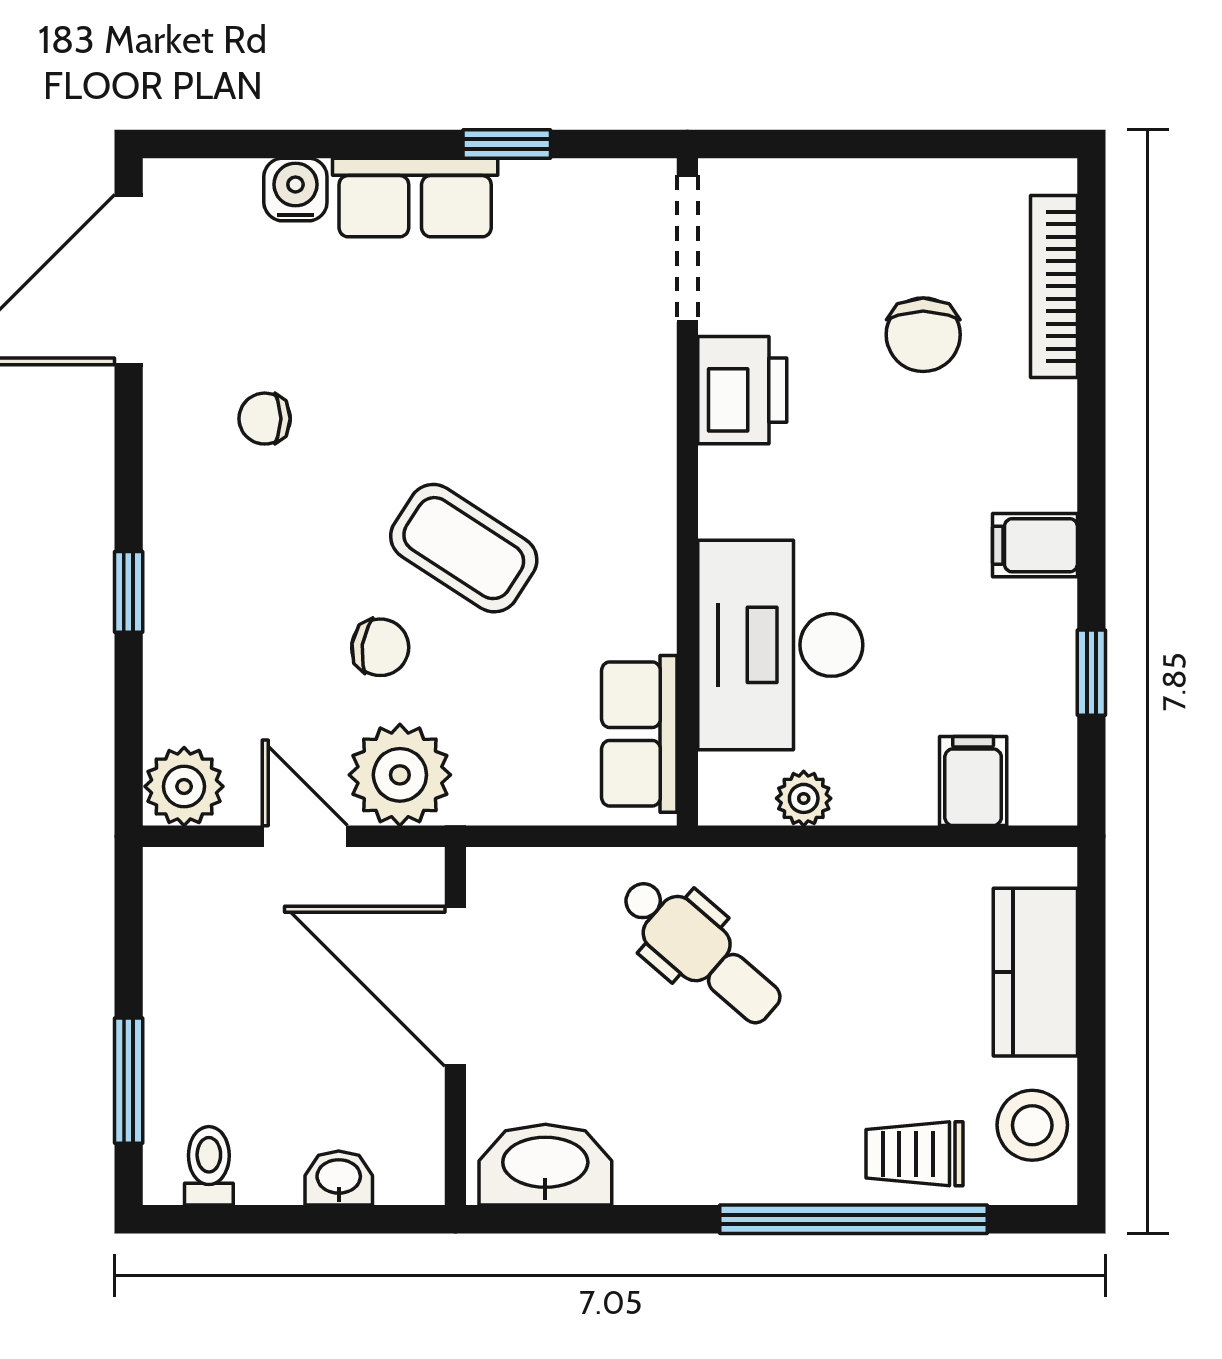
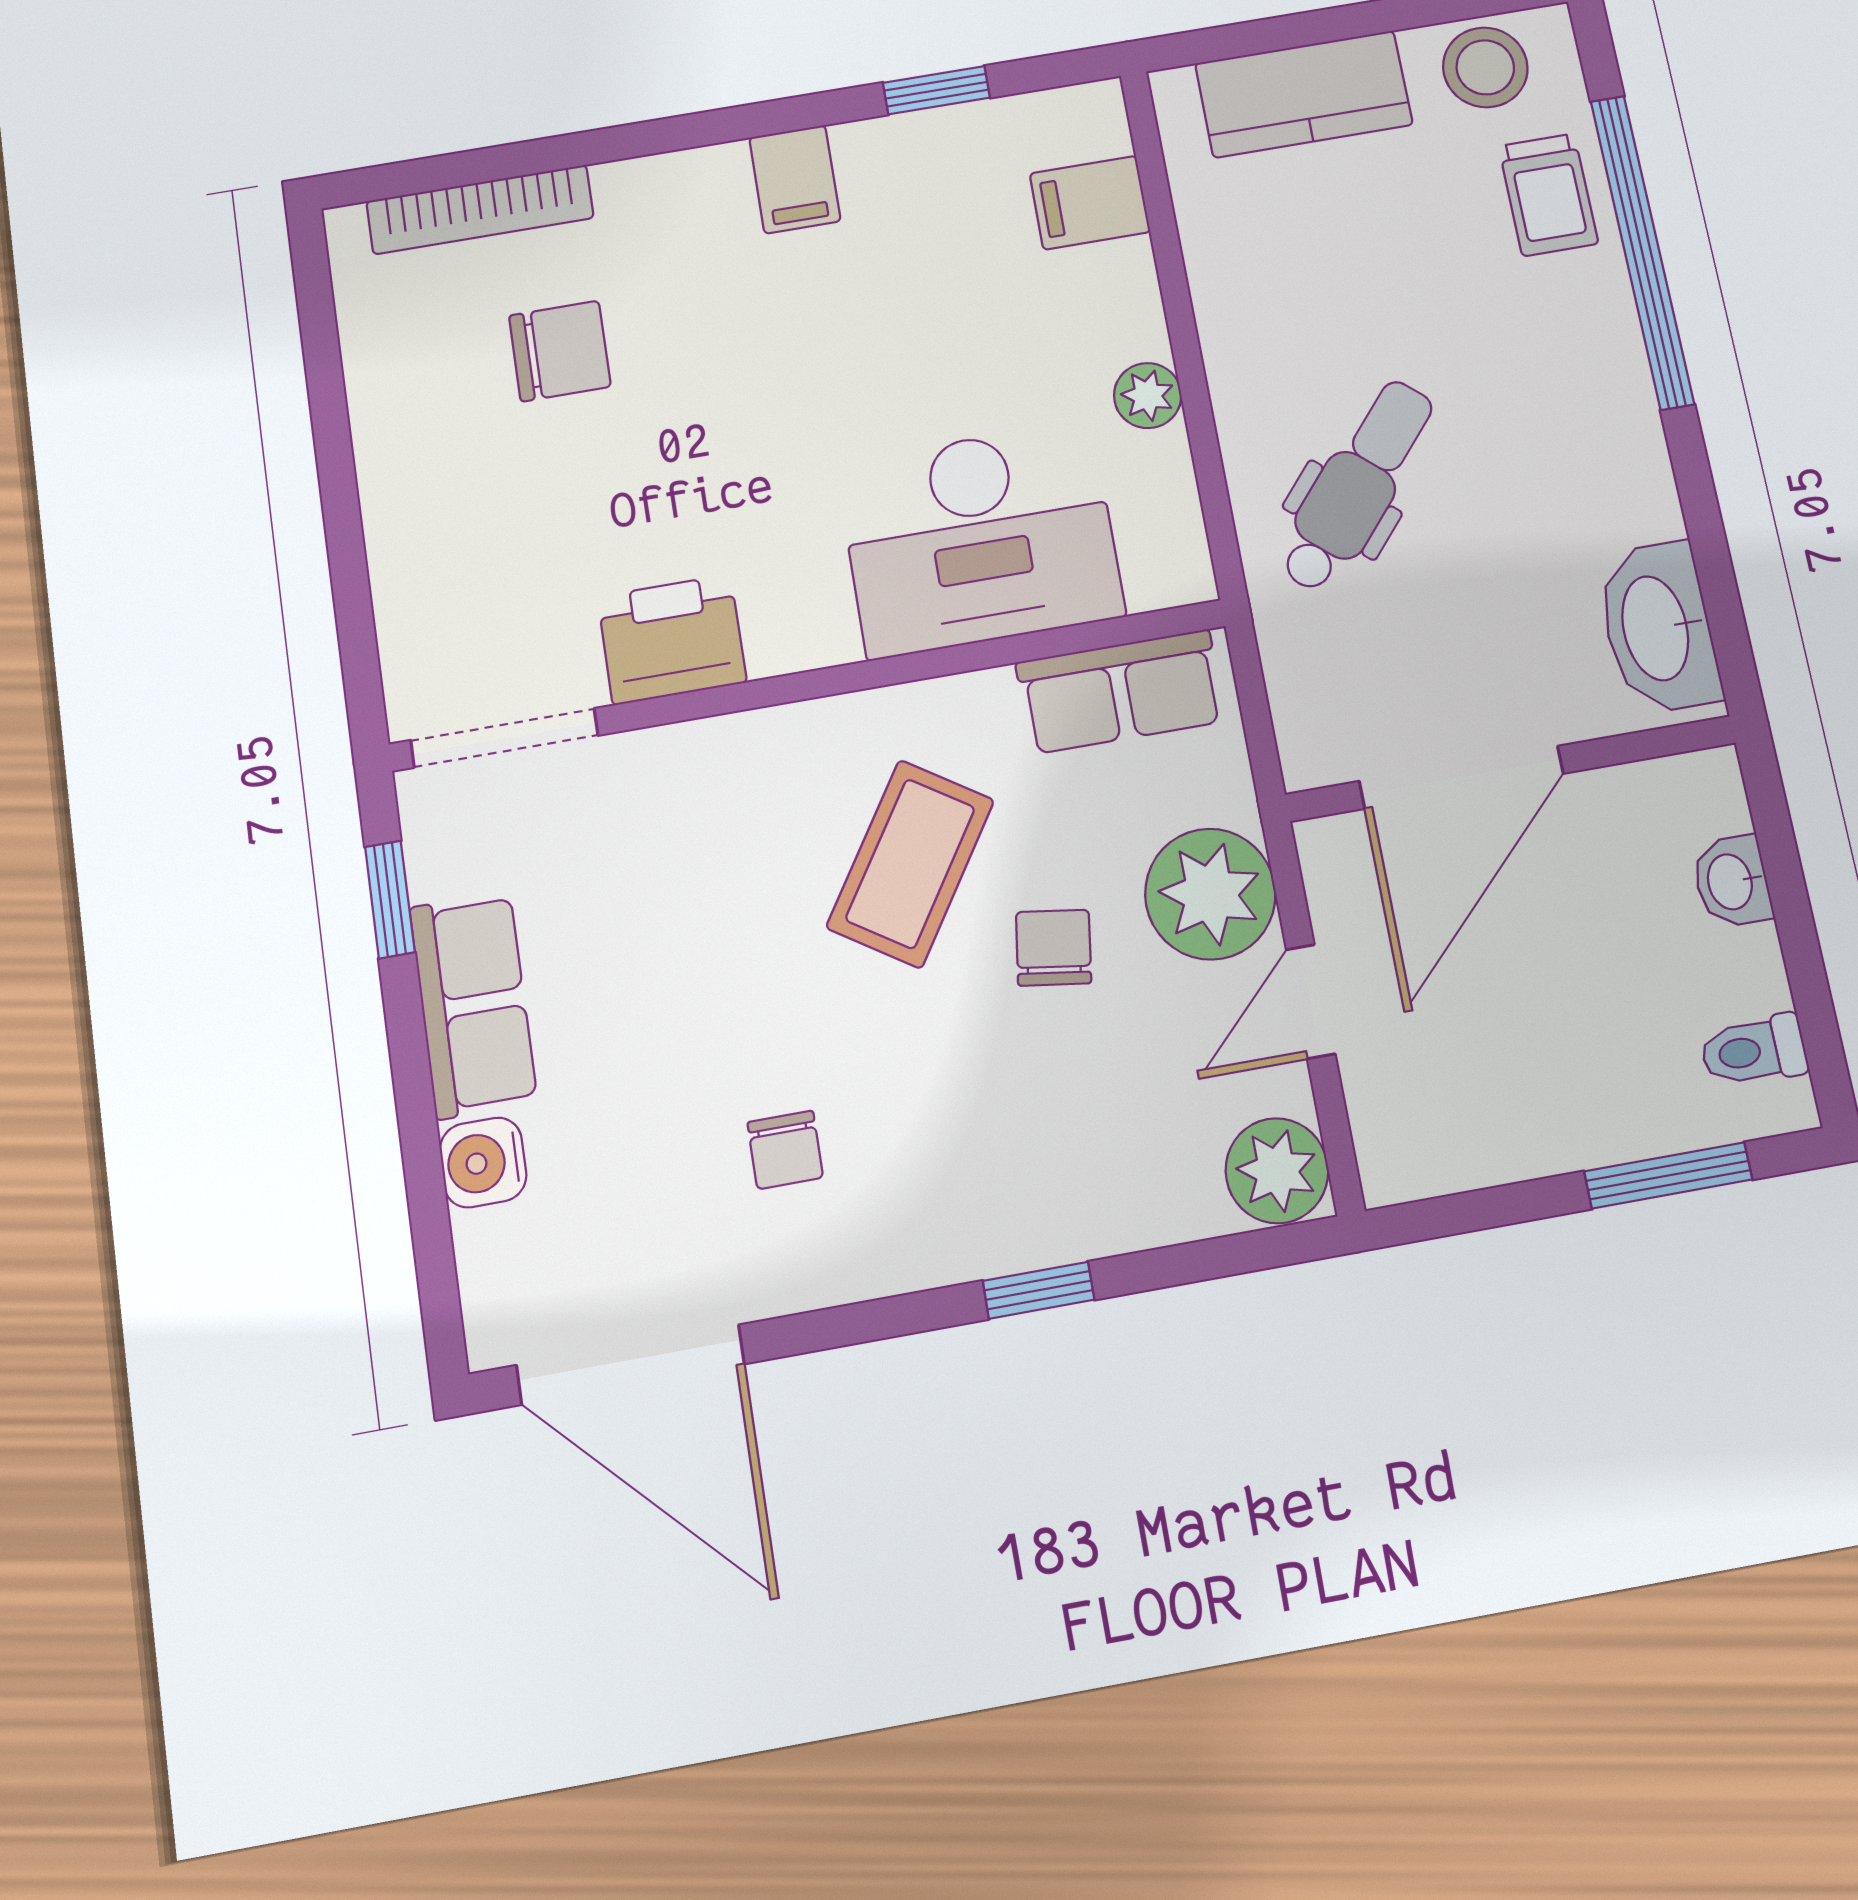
doorway: (687, 249) -> (504, 738), moved
printer: (742, 390) -> (672, 640), moved
wall: (687, 492) -> (809, 685), moved
desk: (780, 645) -> (980, 539), moved
row of seats: (639, 734) -> (1120, 692), moved

